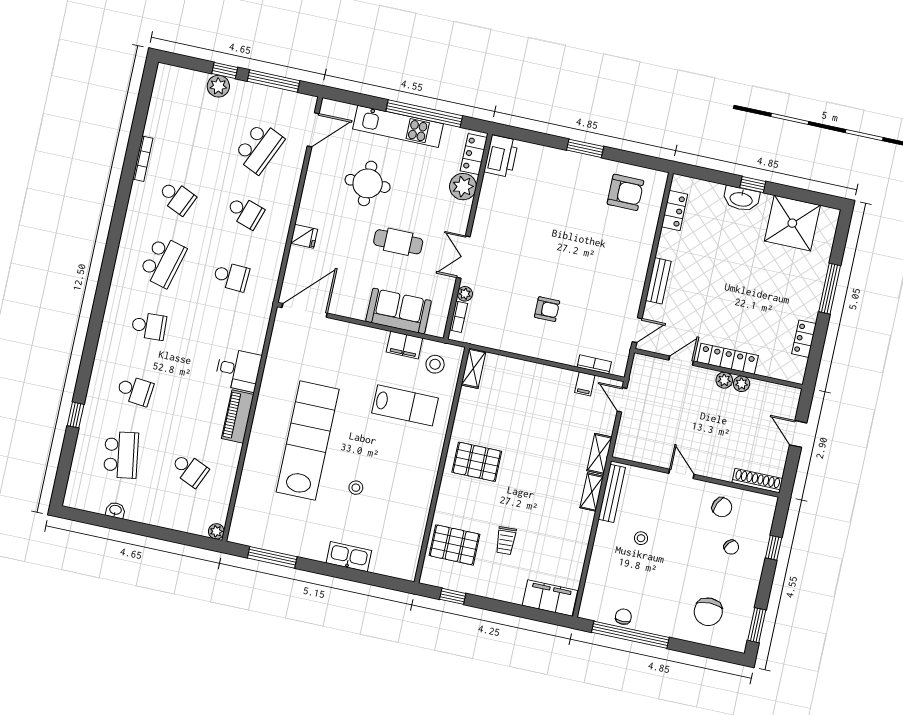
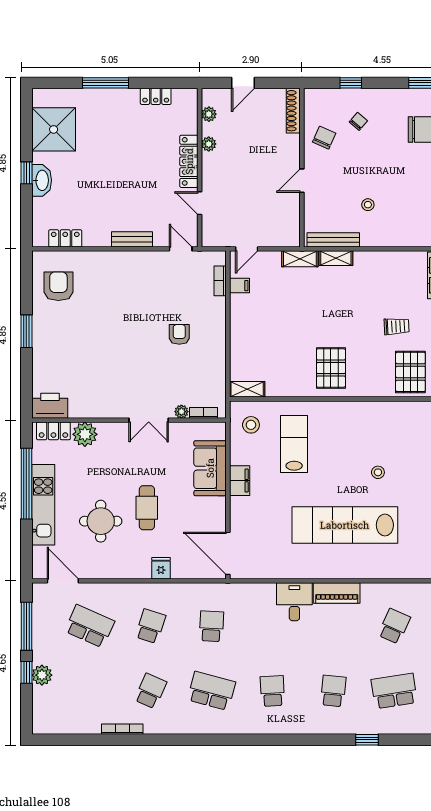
cafe table: (398, 242) -> (147, 508), moved
filing cabinet: (404, 345) -> (240, 481), moved
plant: (724, 380) -> (209, 114), moved

